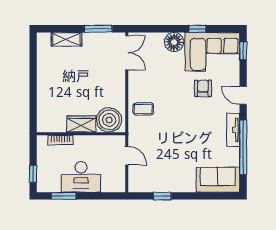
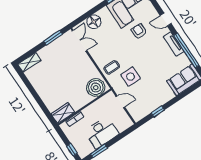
shelving: (66, 39) -> (30, 62), moved
floor lamp: (174, 42) -> (94, 22), moved
wardrobe: (81, 124) -> (63, 113), moved
side table: (158, 134) -> (131, 77), added

